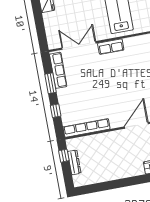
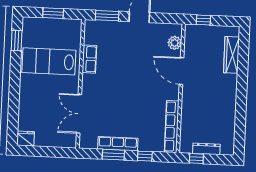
row of seats: (111, 47) -> (89, 59), moved
row of seats: (58, 70) -> (118, 144), moved

